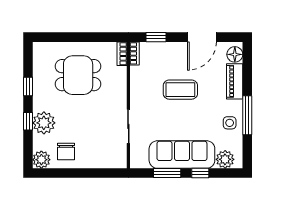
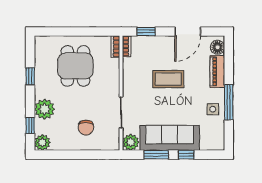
dining table: (78, 75) -> (75, 66), turned 90
window: (28, 121) -> (30, 125), moved
chair: (66, 151) -> (86, 128), moved
plant: (225, 159) -> (131, 142), moved

